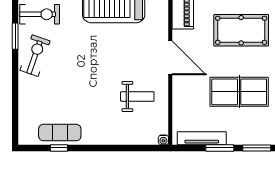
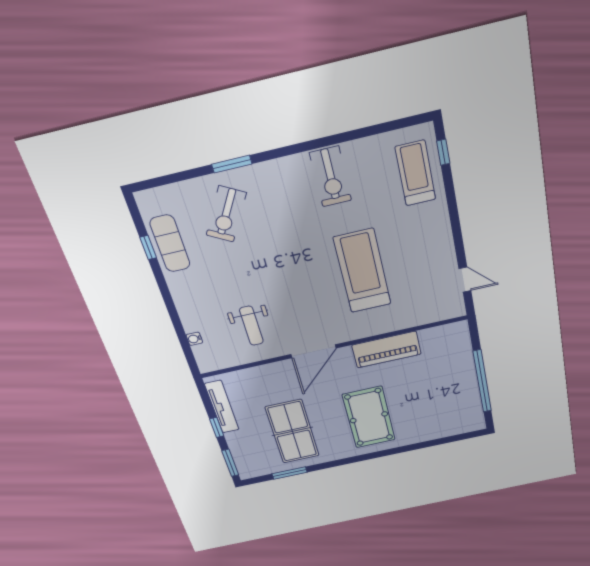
window: (15, 36) -> (232, 164), moved
exercise bike: (35, 56) -> (226, 214), moved, turned 101
water cooler: (163, 140) -> (194, 339), moved
window: (220, 148) -> (217, 427), width x0.67

